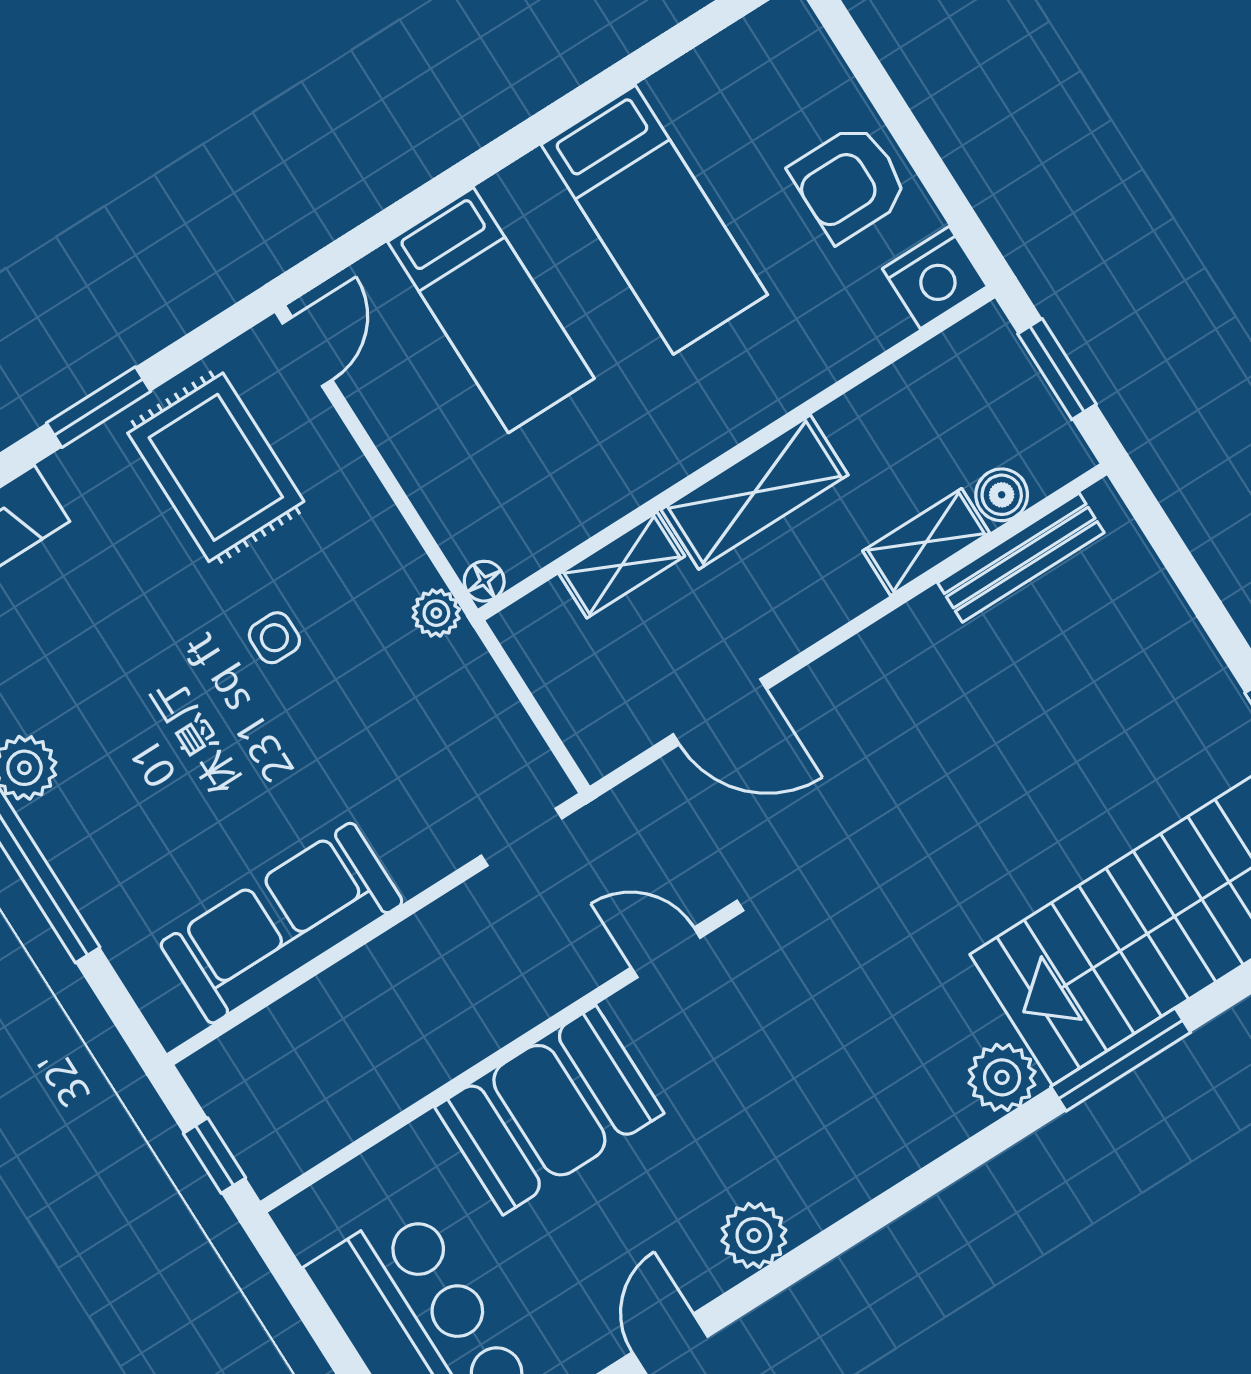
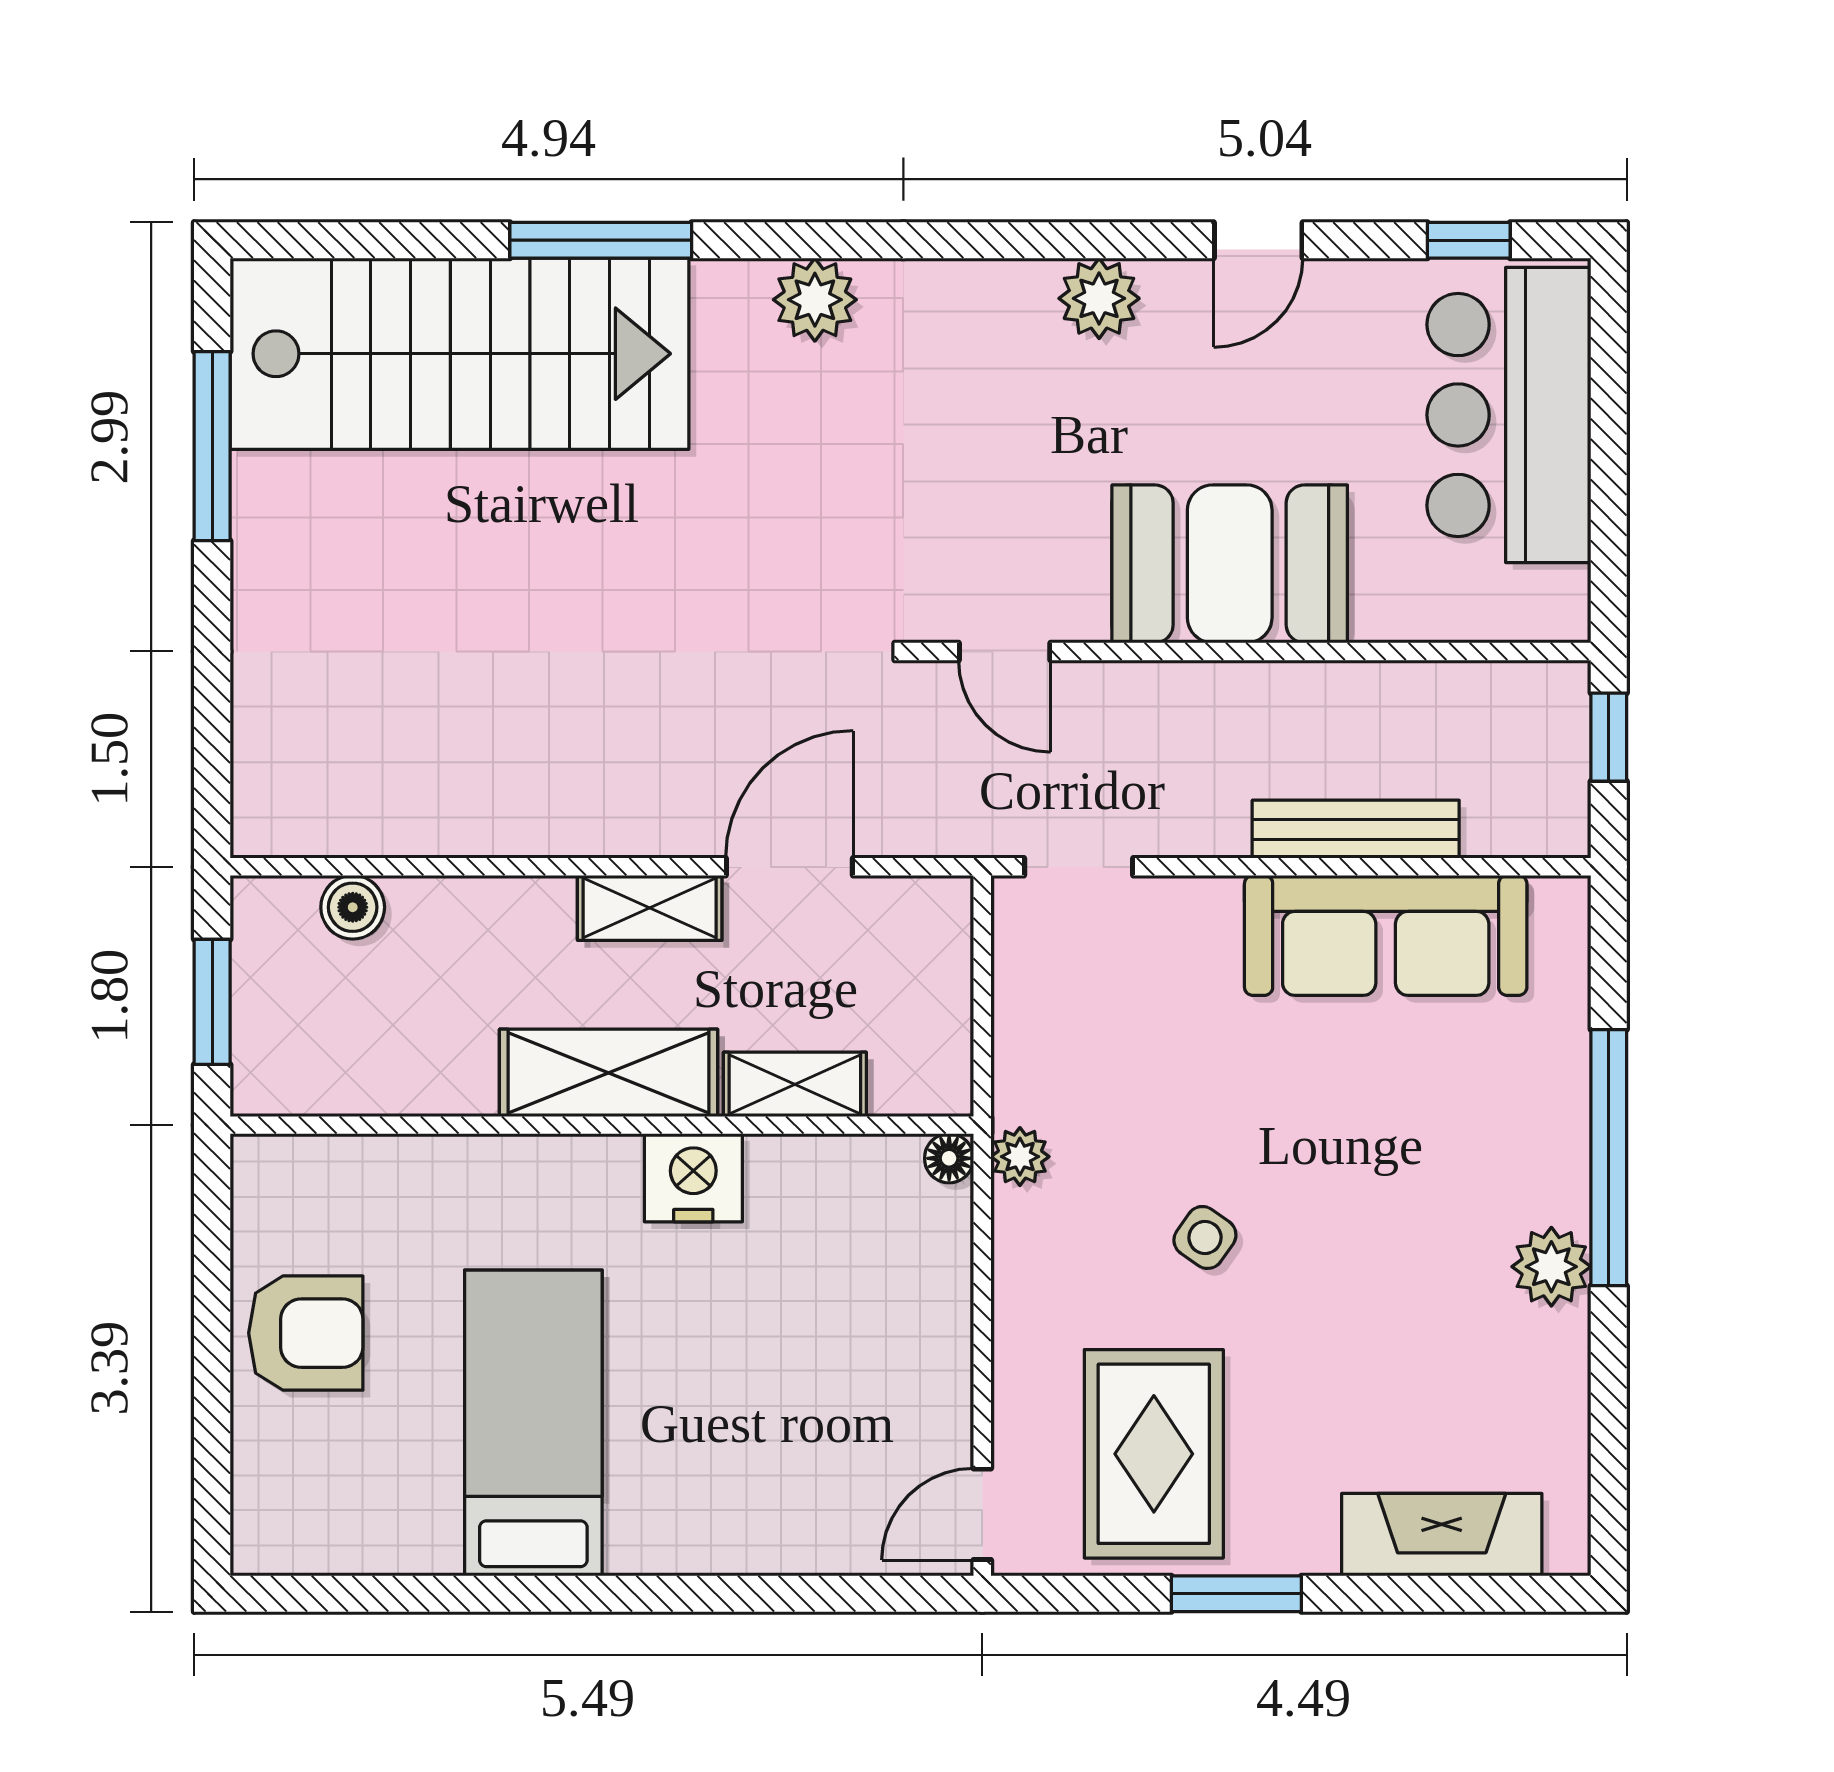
nightstand: (935, 278) -> (693, 1178), moved
bed: (491, 310) -> (763, 1436), removed
shelving: (926, 542) -> (650, 908), moved
bench: (1021, 558) -> (1356, 829), moved
side table: (274, 638) -> (1205, 1237), turned 35
door: (720, 712) -> (789, 867), hinge flipped
plant: (1002, 1077) -> (815, 300), moved

